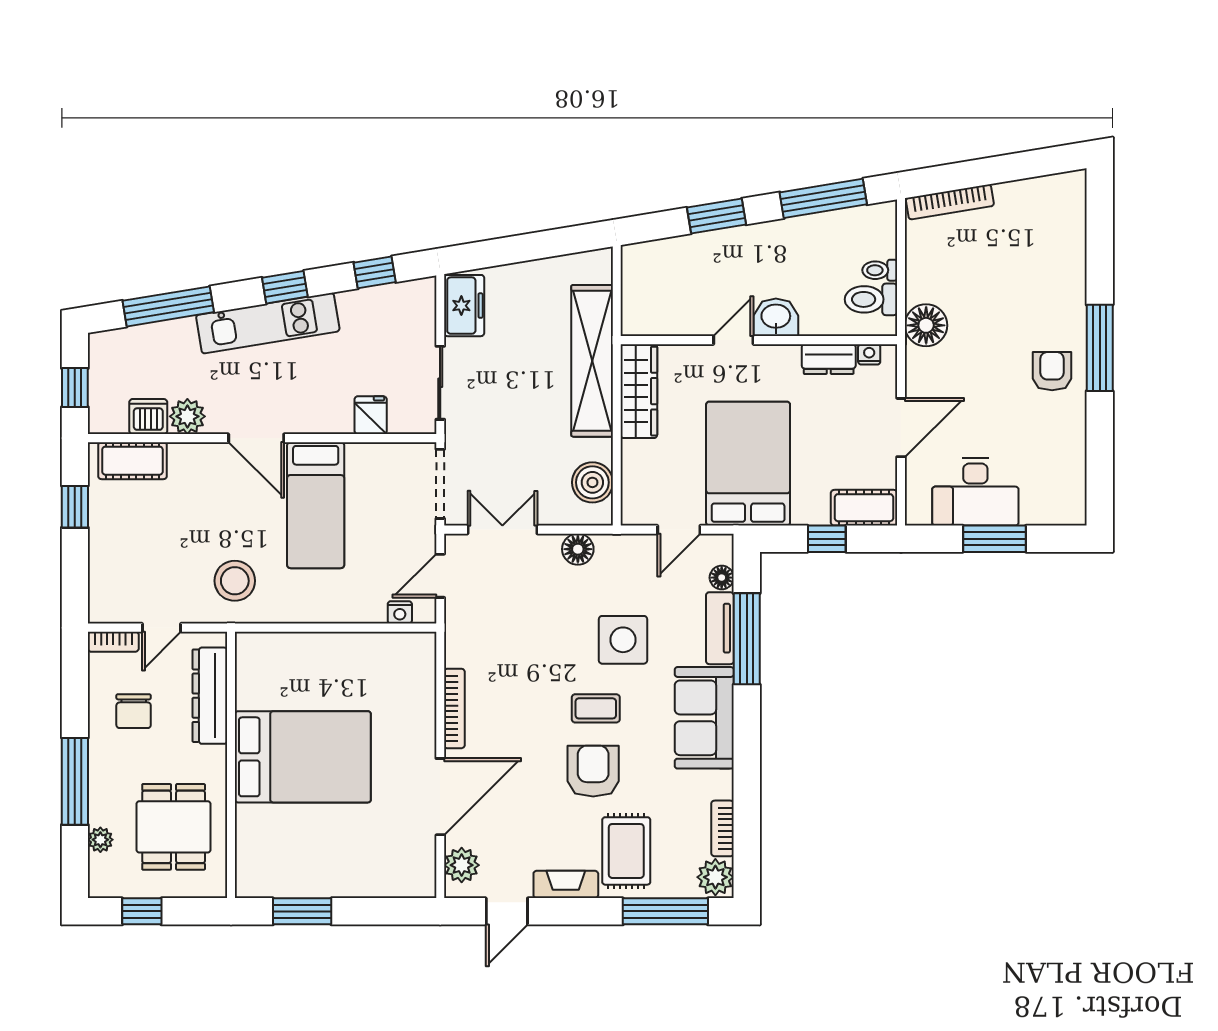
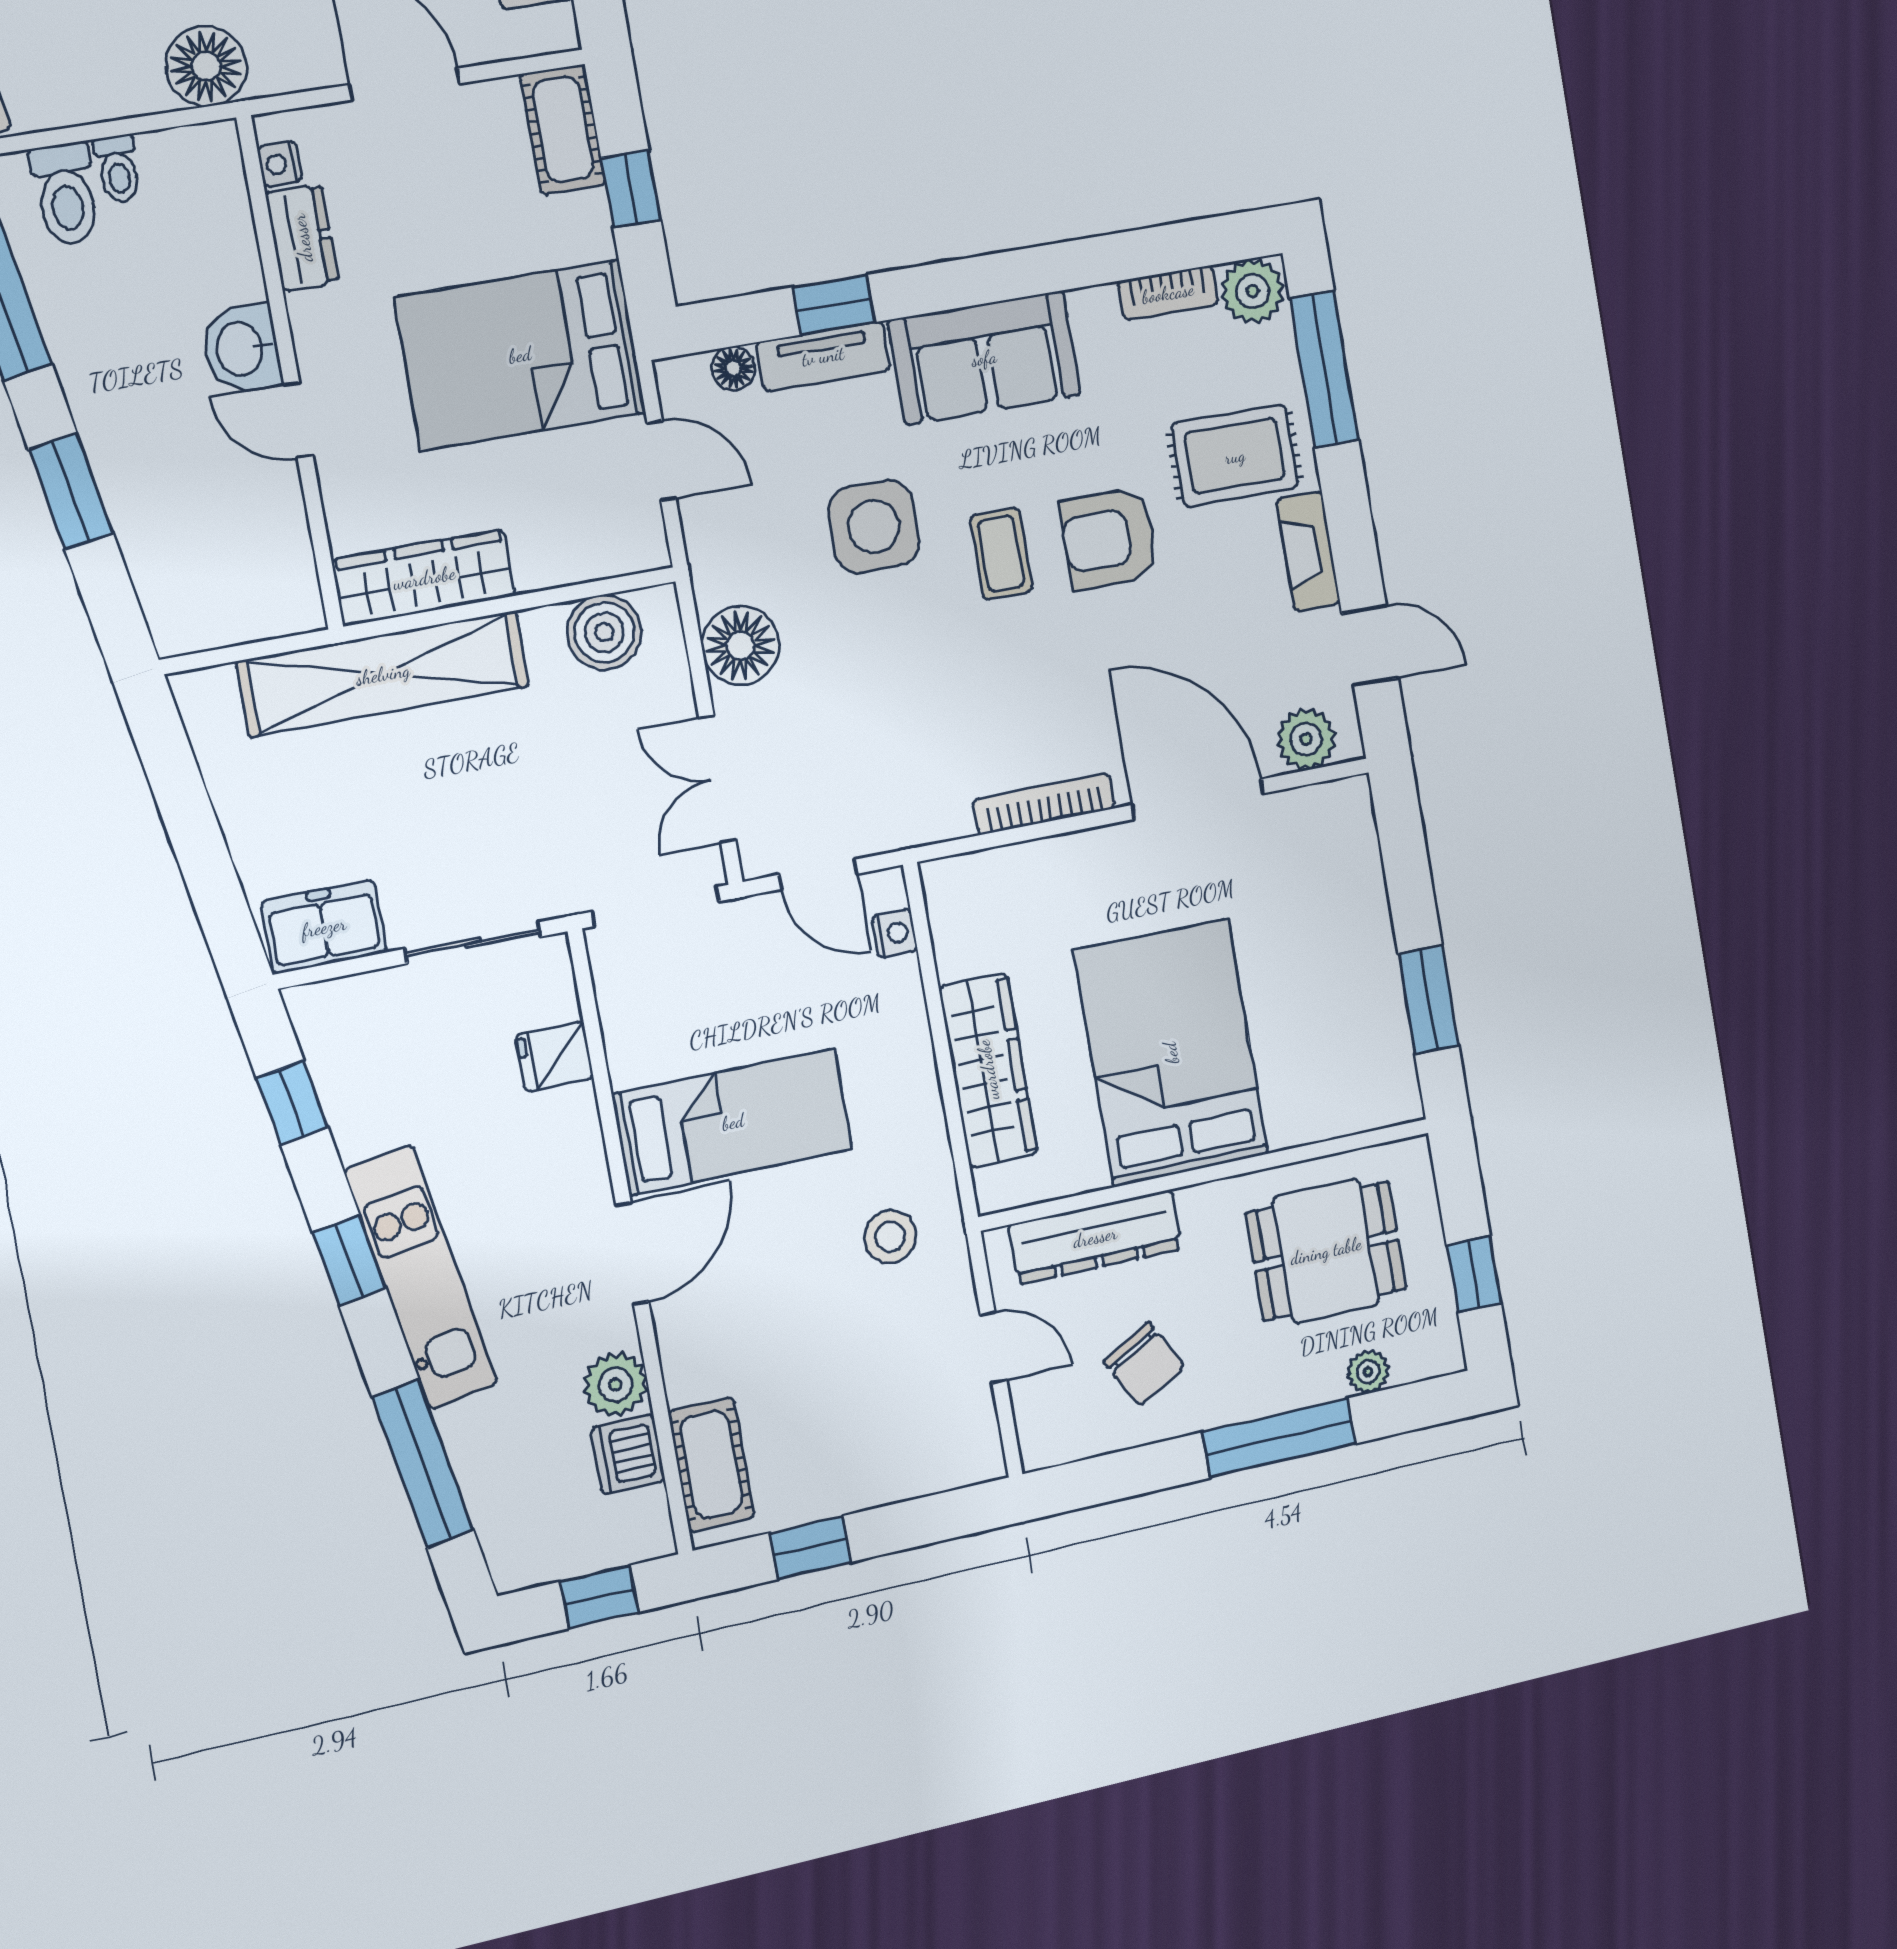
toilet: (871, 299) -> (66, 194), moved
floor lamp: (578, 549) -> (740, 645), width x1.38, depth x1.38
stool: (235, 581) -> (890, 1237), width x0.73, depth x0.73
window: (747, 639) -> (834, 305), width x0.46
bookcase: (113, 642) -> (1032, 1426), removed
wardrobe: (314, 651) -> (988, 1070), added
chair: (134, 711) -> (1144, 1364), turned 61

